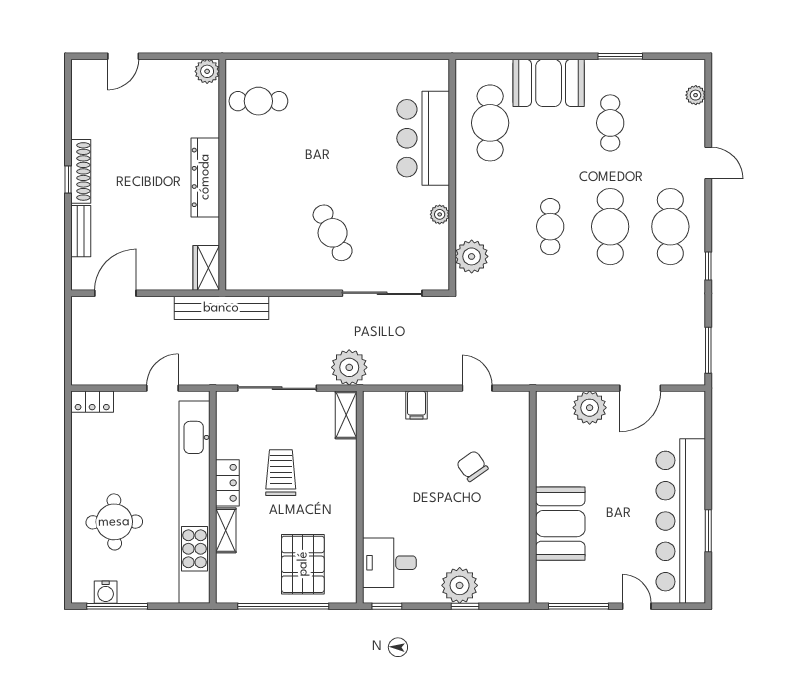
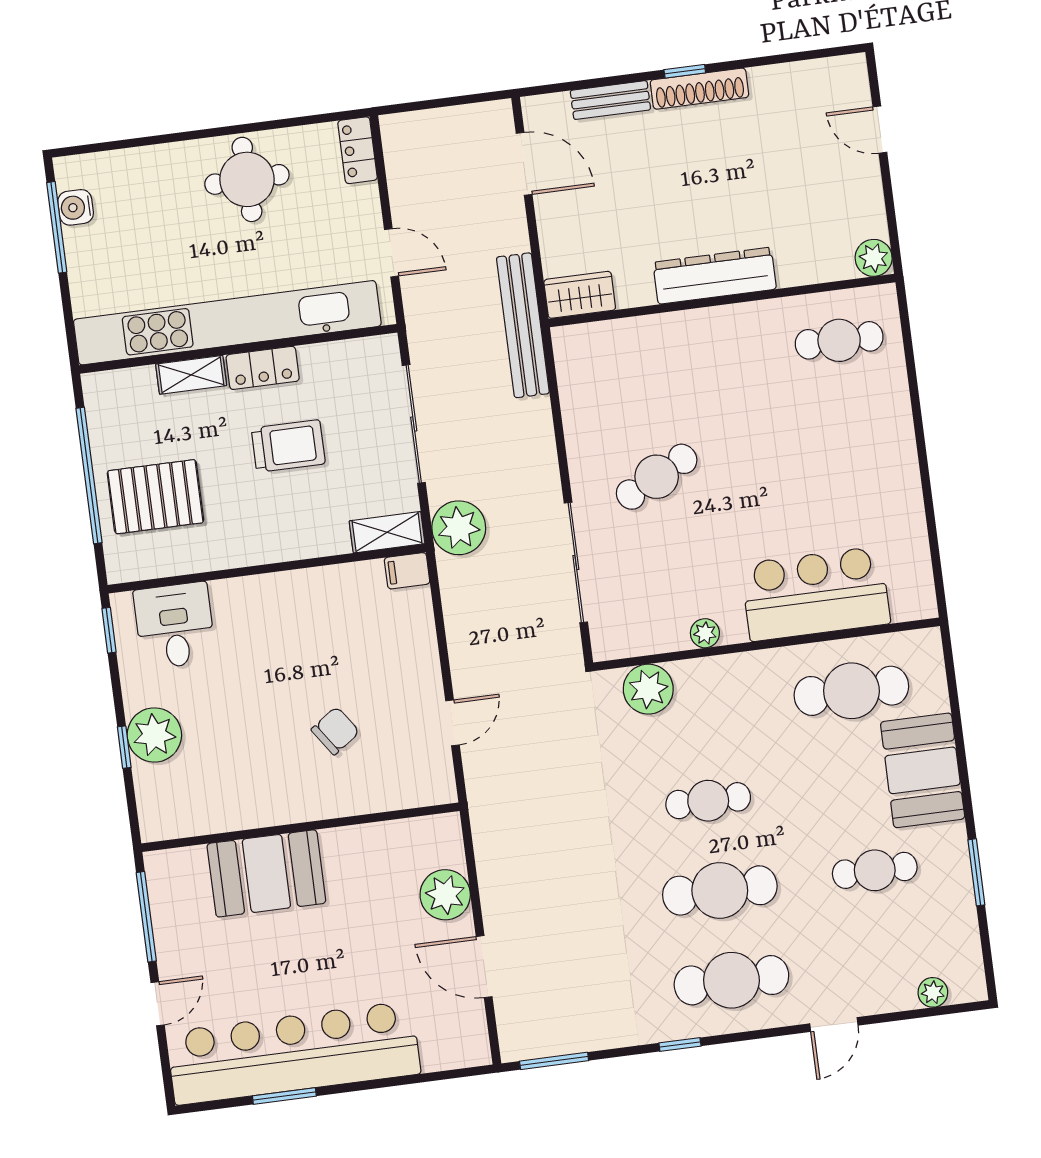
cafe table: (258, 101) -> (839, 340), turned 90
filing cabinet: (416, 405) -> (407, 571), moved
round table: (114, 522) -> (247, 179), moved

